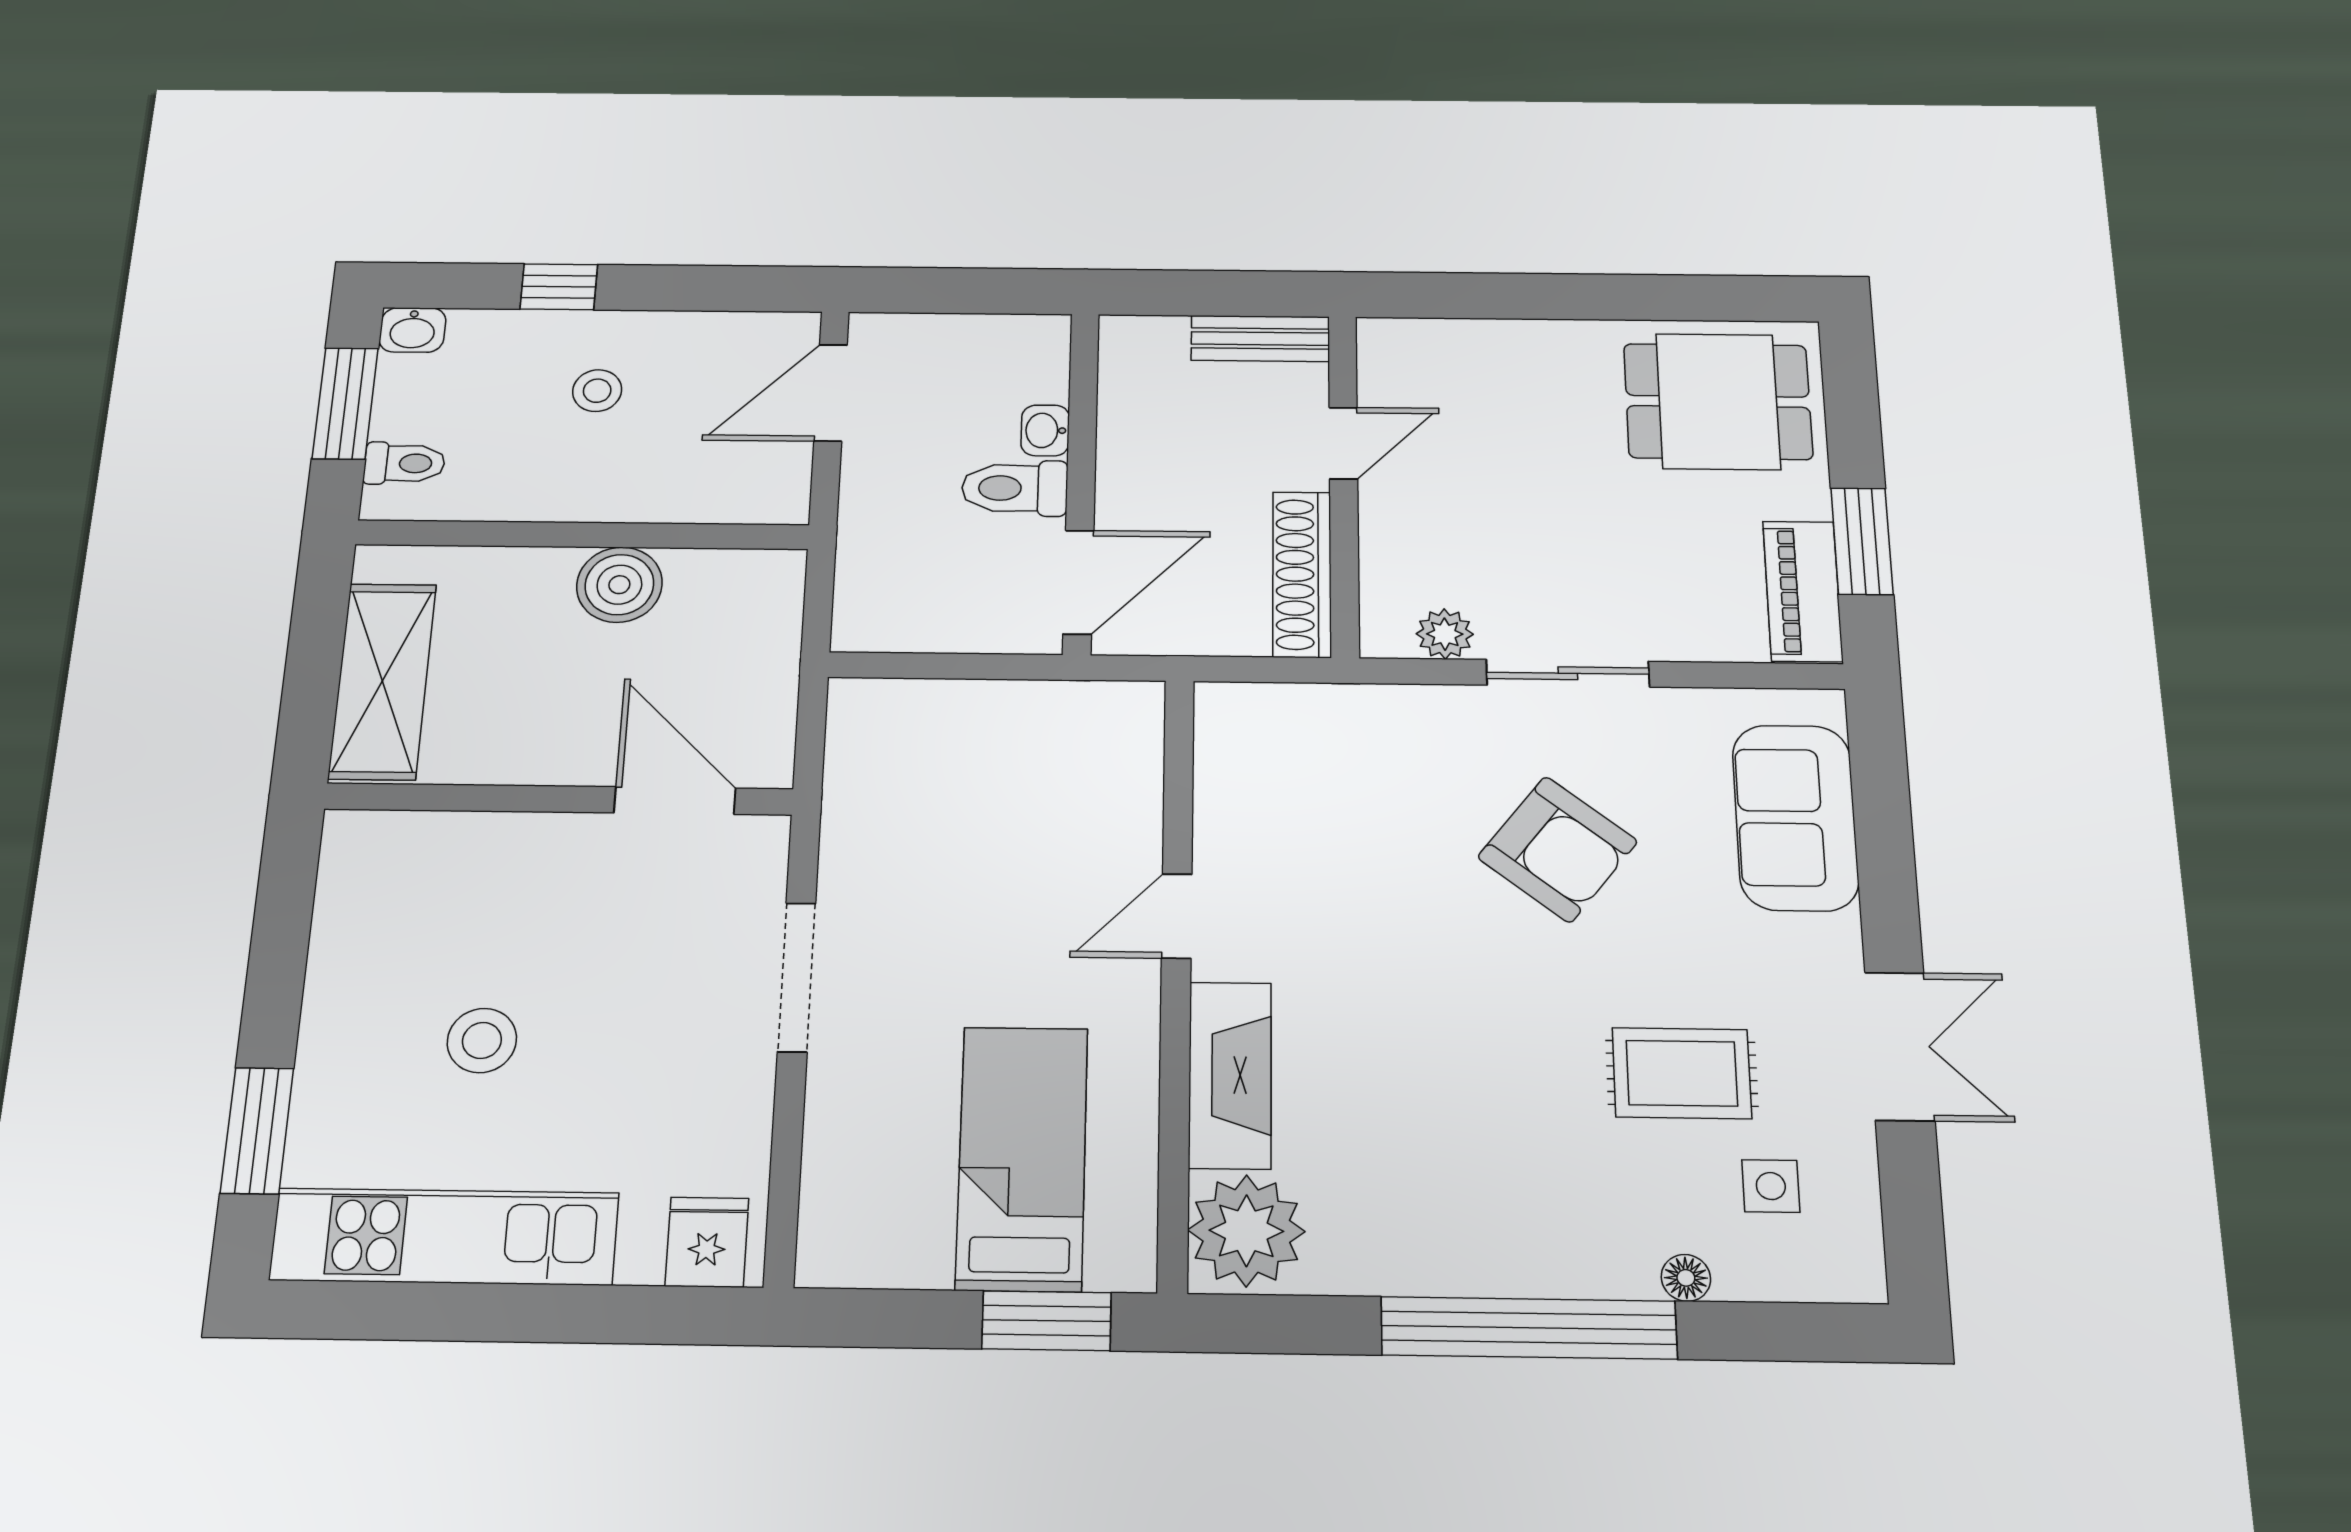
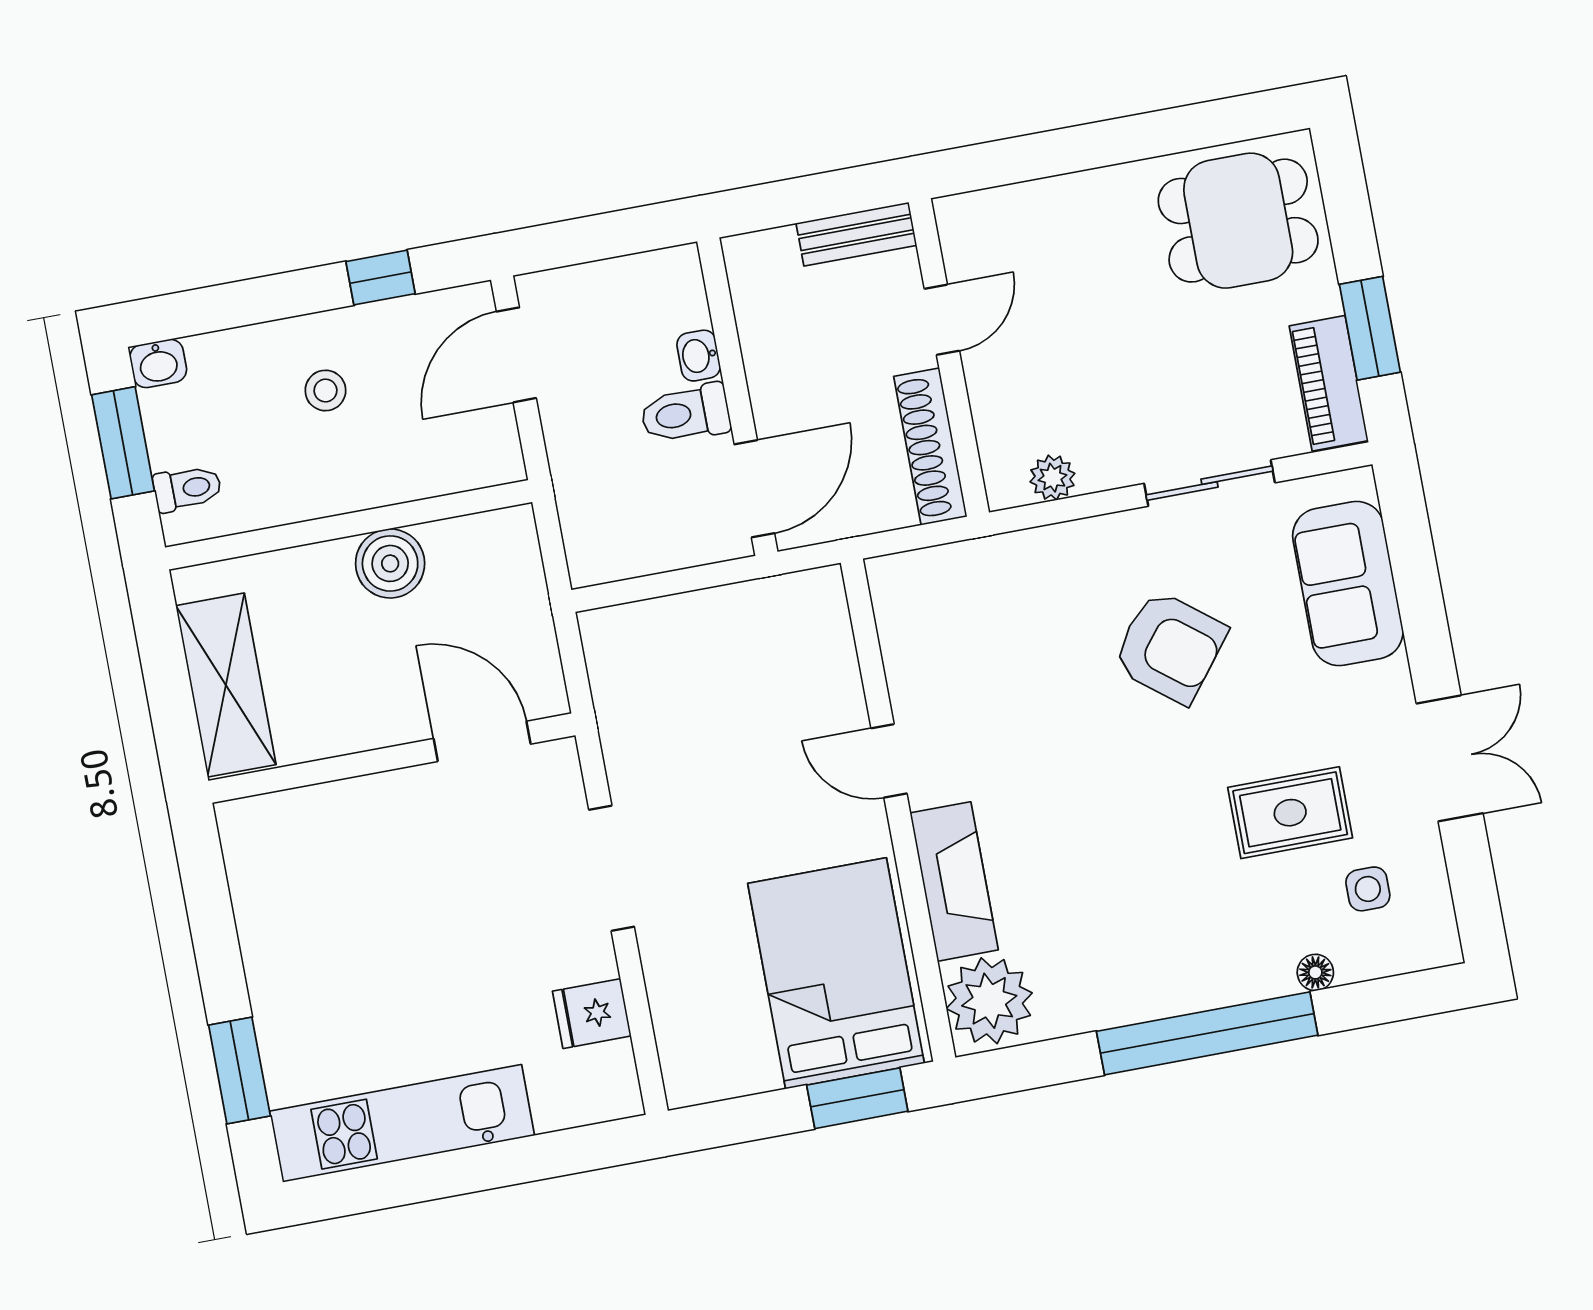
window: (559, 287) -> (380, 278), moved
sliding door: (1568, 673) -> (1209, 483), moved
door: (1177, 916) -> (889, 761), hinge flipped
stool: (482, 1040) -> (387, 966), removed
bed: (1022, 1158) -> (836, 973), width x1.50
fridge: (707, 1242) -> (592, 1014), moved, turned -90

